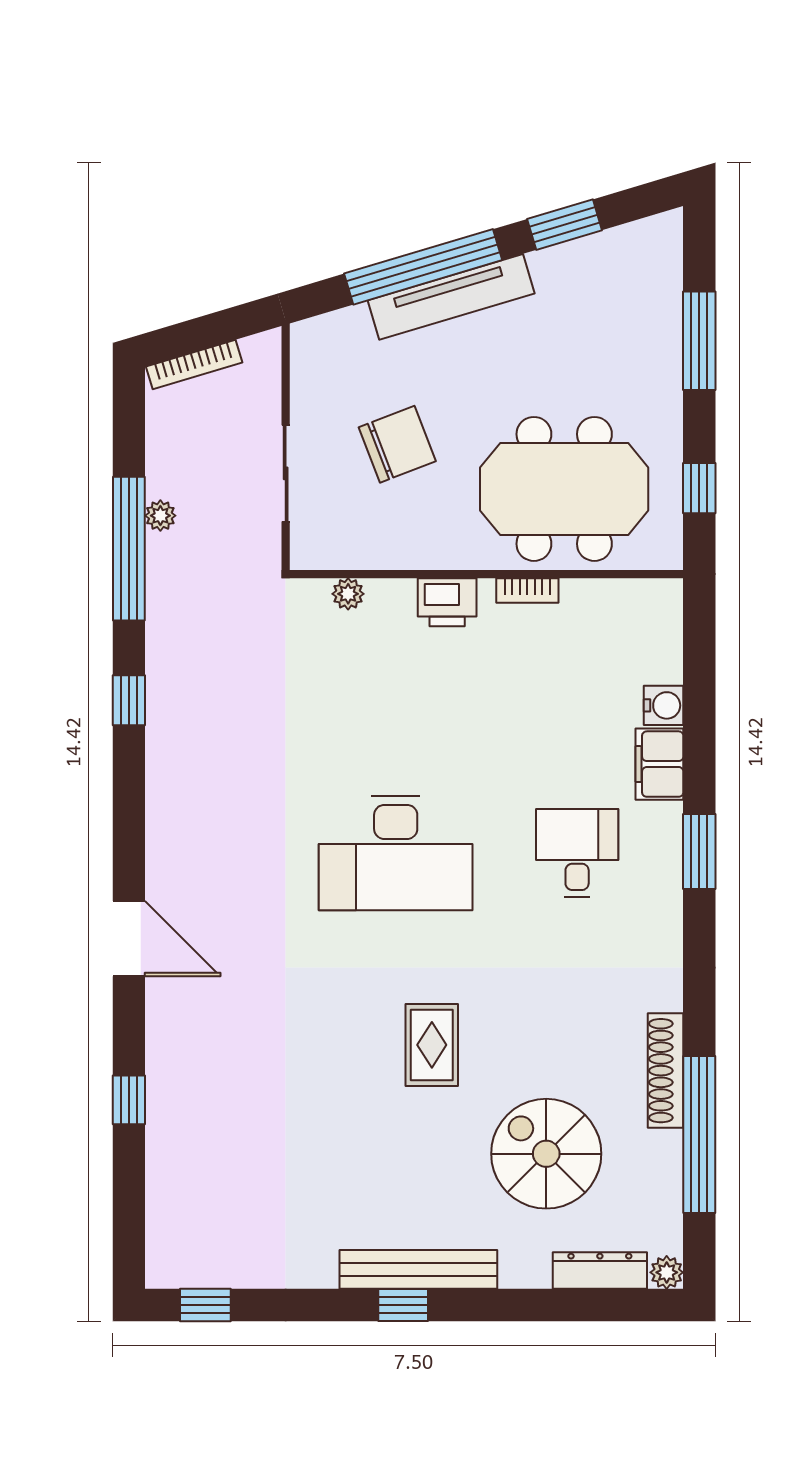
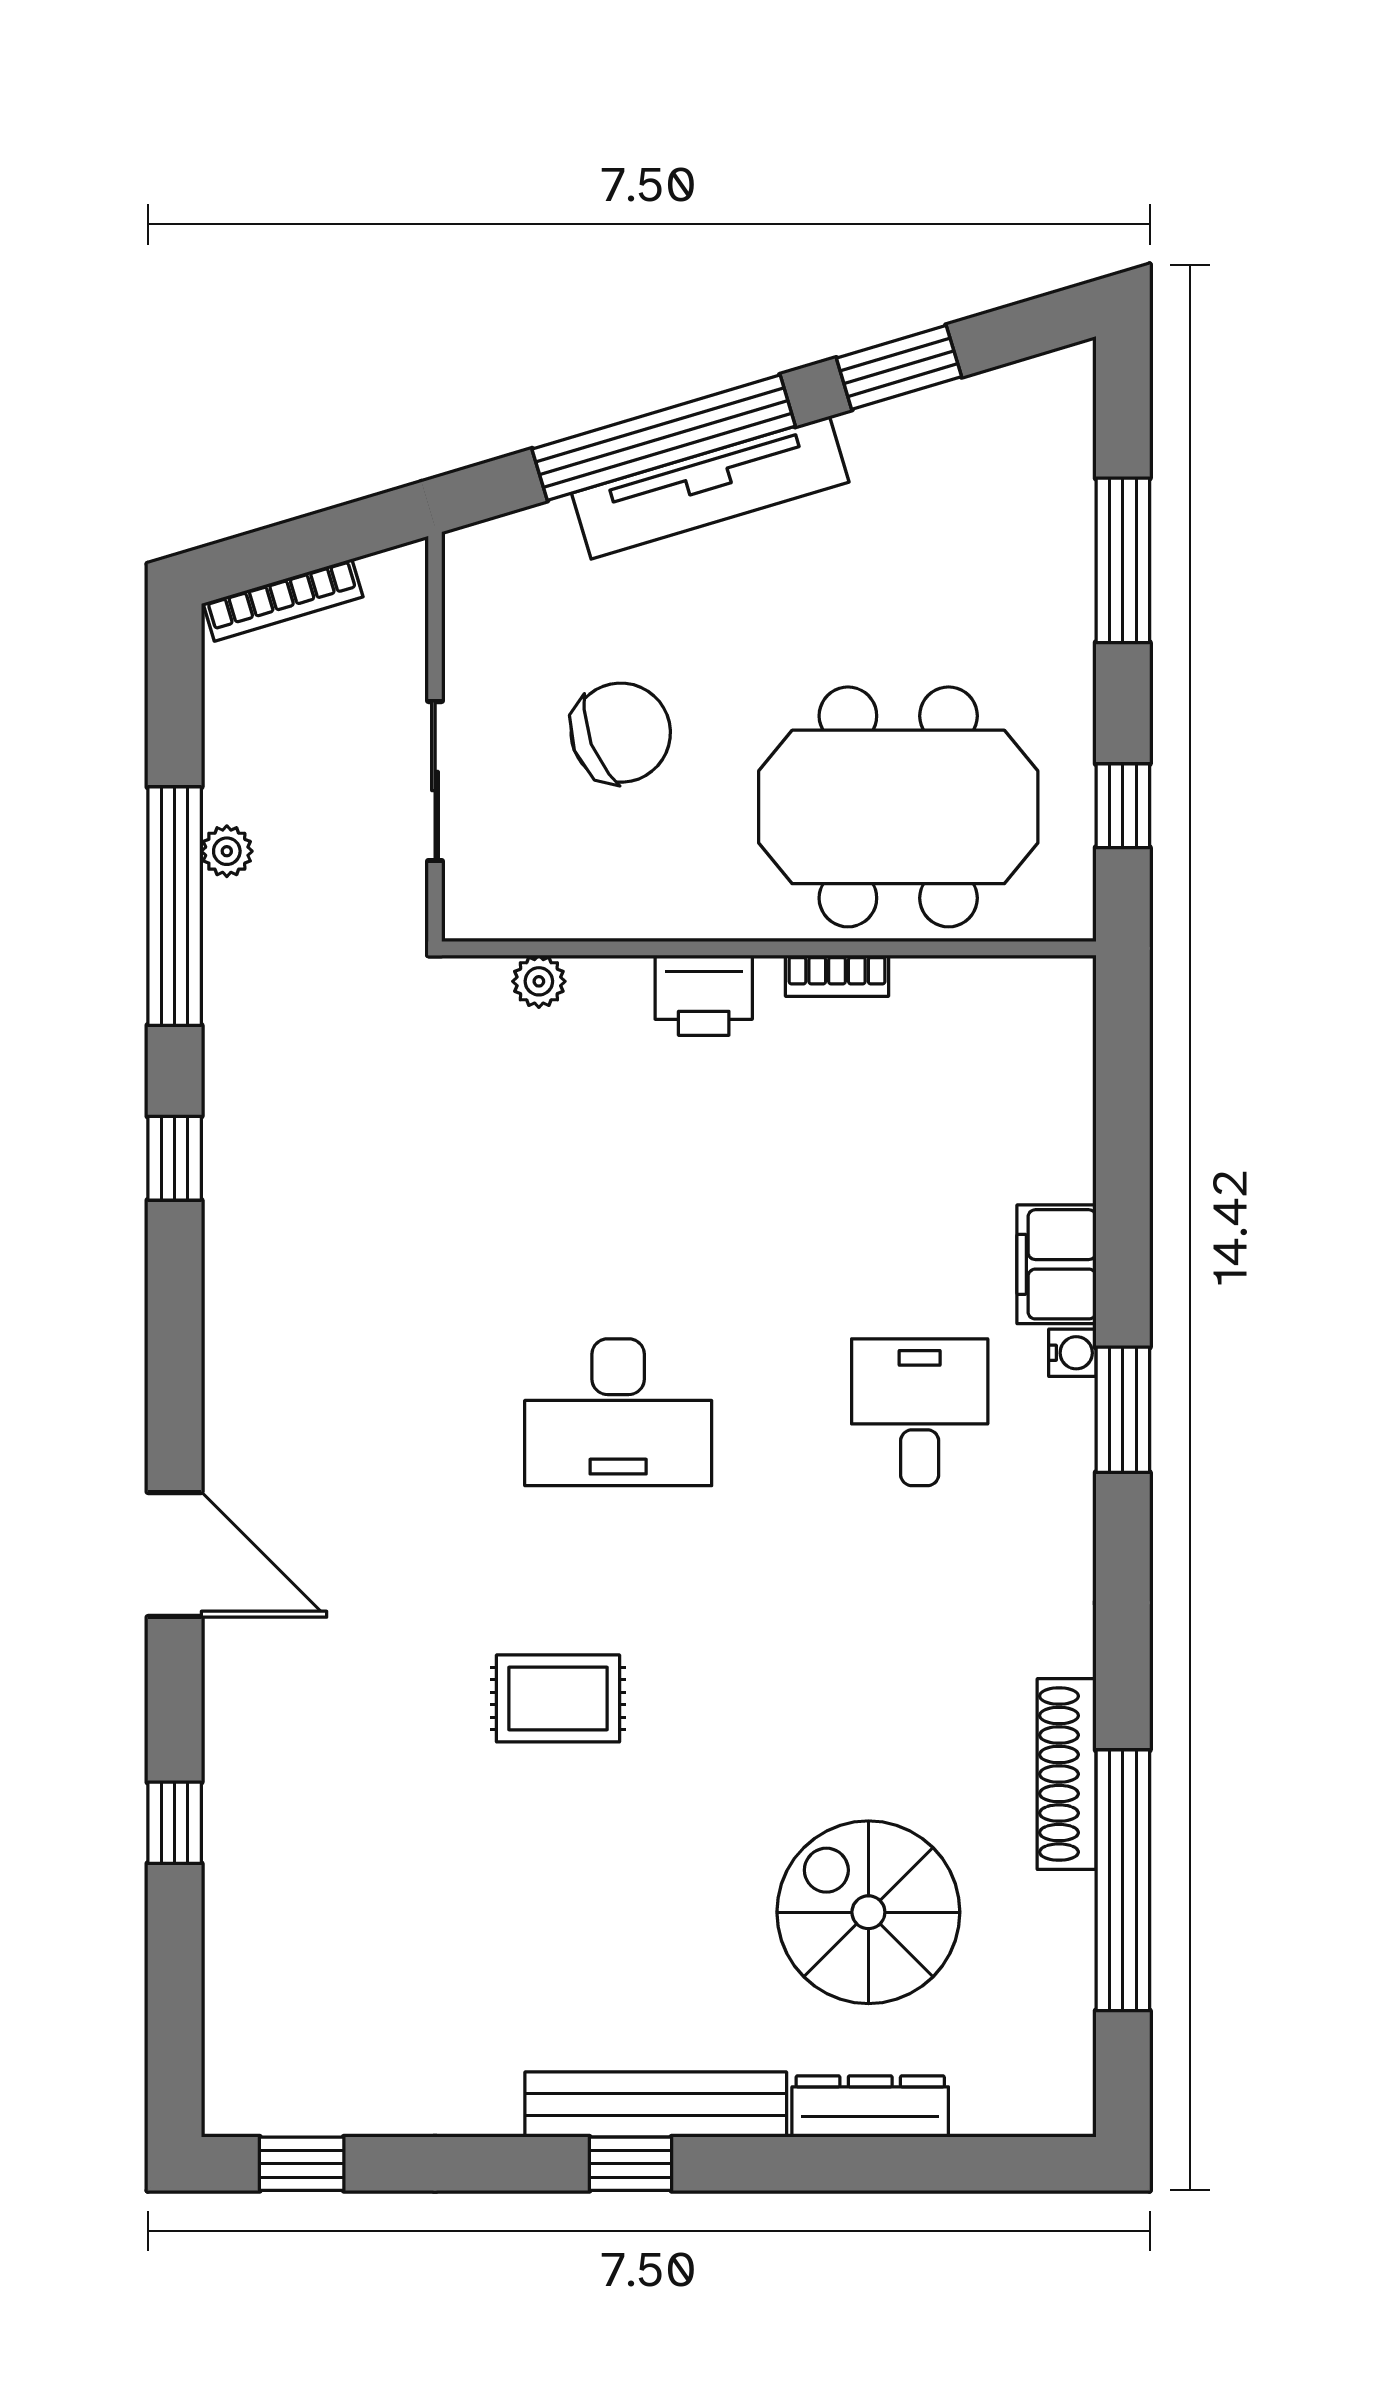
water cooler: (663, 705) -> (1072, 1353), moved, width x0.72, depth x0.72
desk: (396, 853) -> (618, 1412), width x0.73, depth x0.77
rug: (432, 1045) -> (558, 1698), moved, turned 90
dresser: (600, 1271) -> (870, 2106), moved
plant: (667, 1272) -> (1069, 2110), removed

